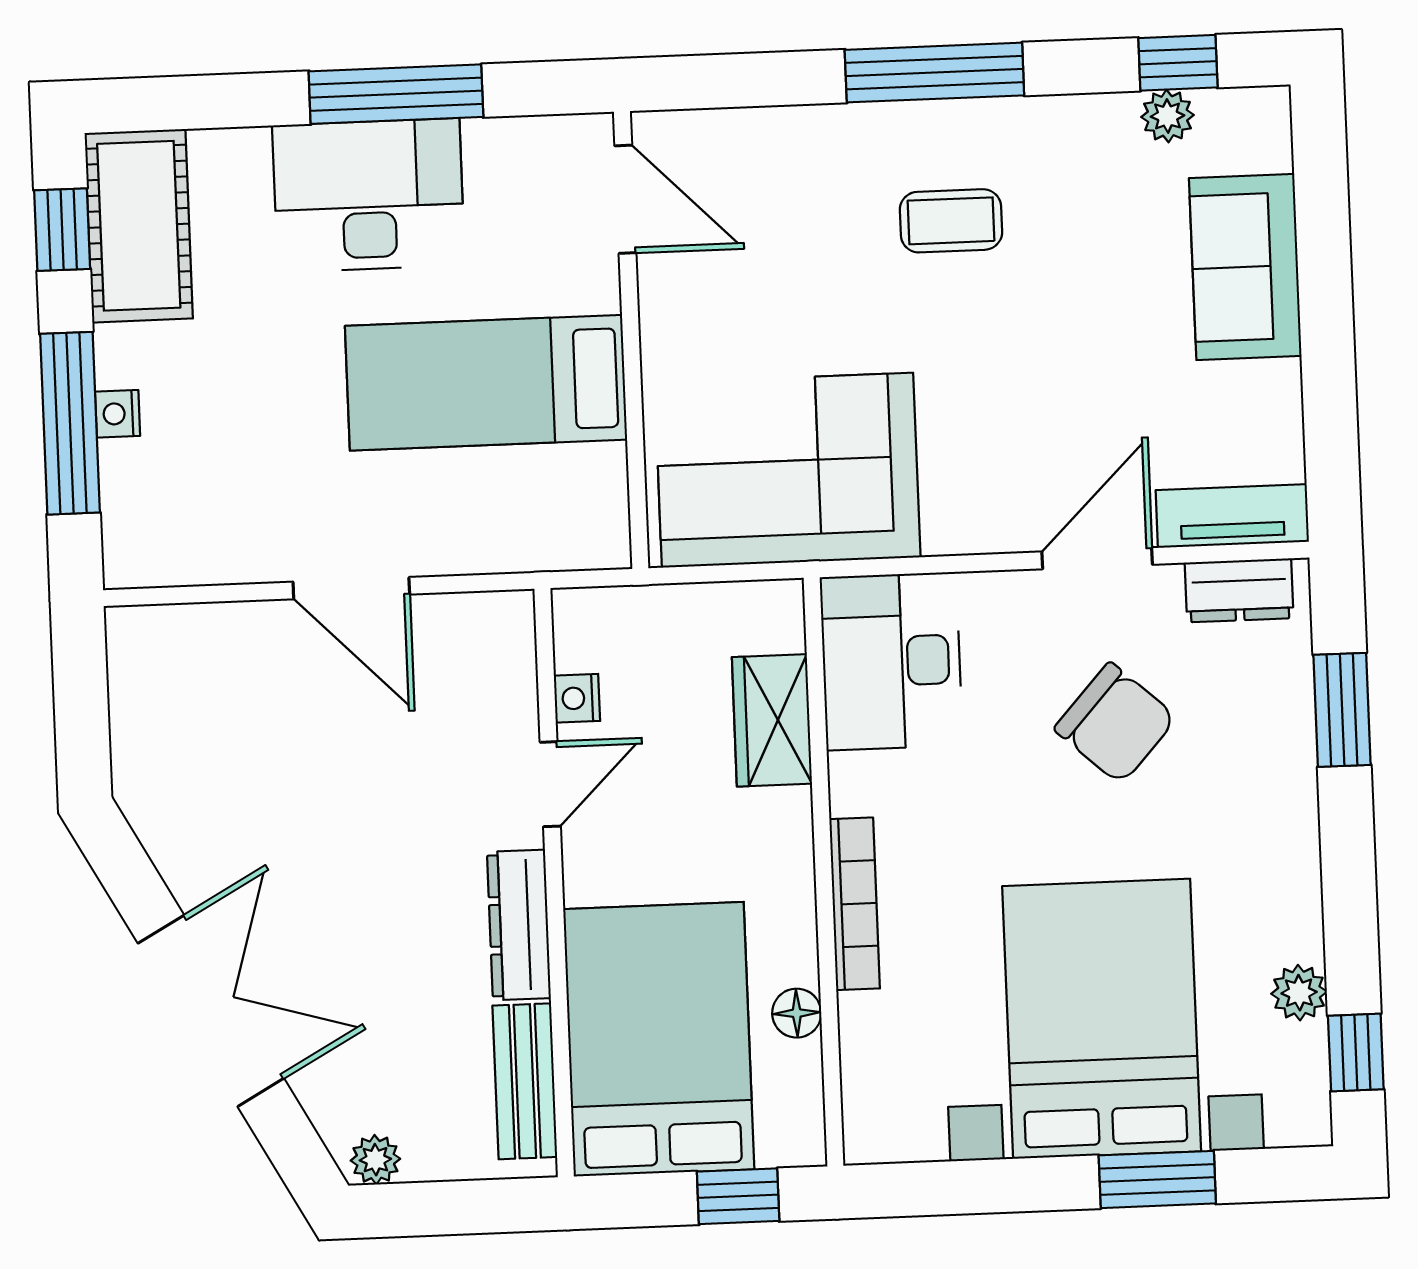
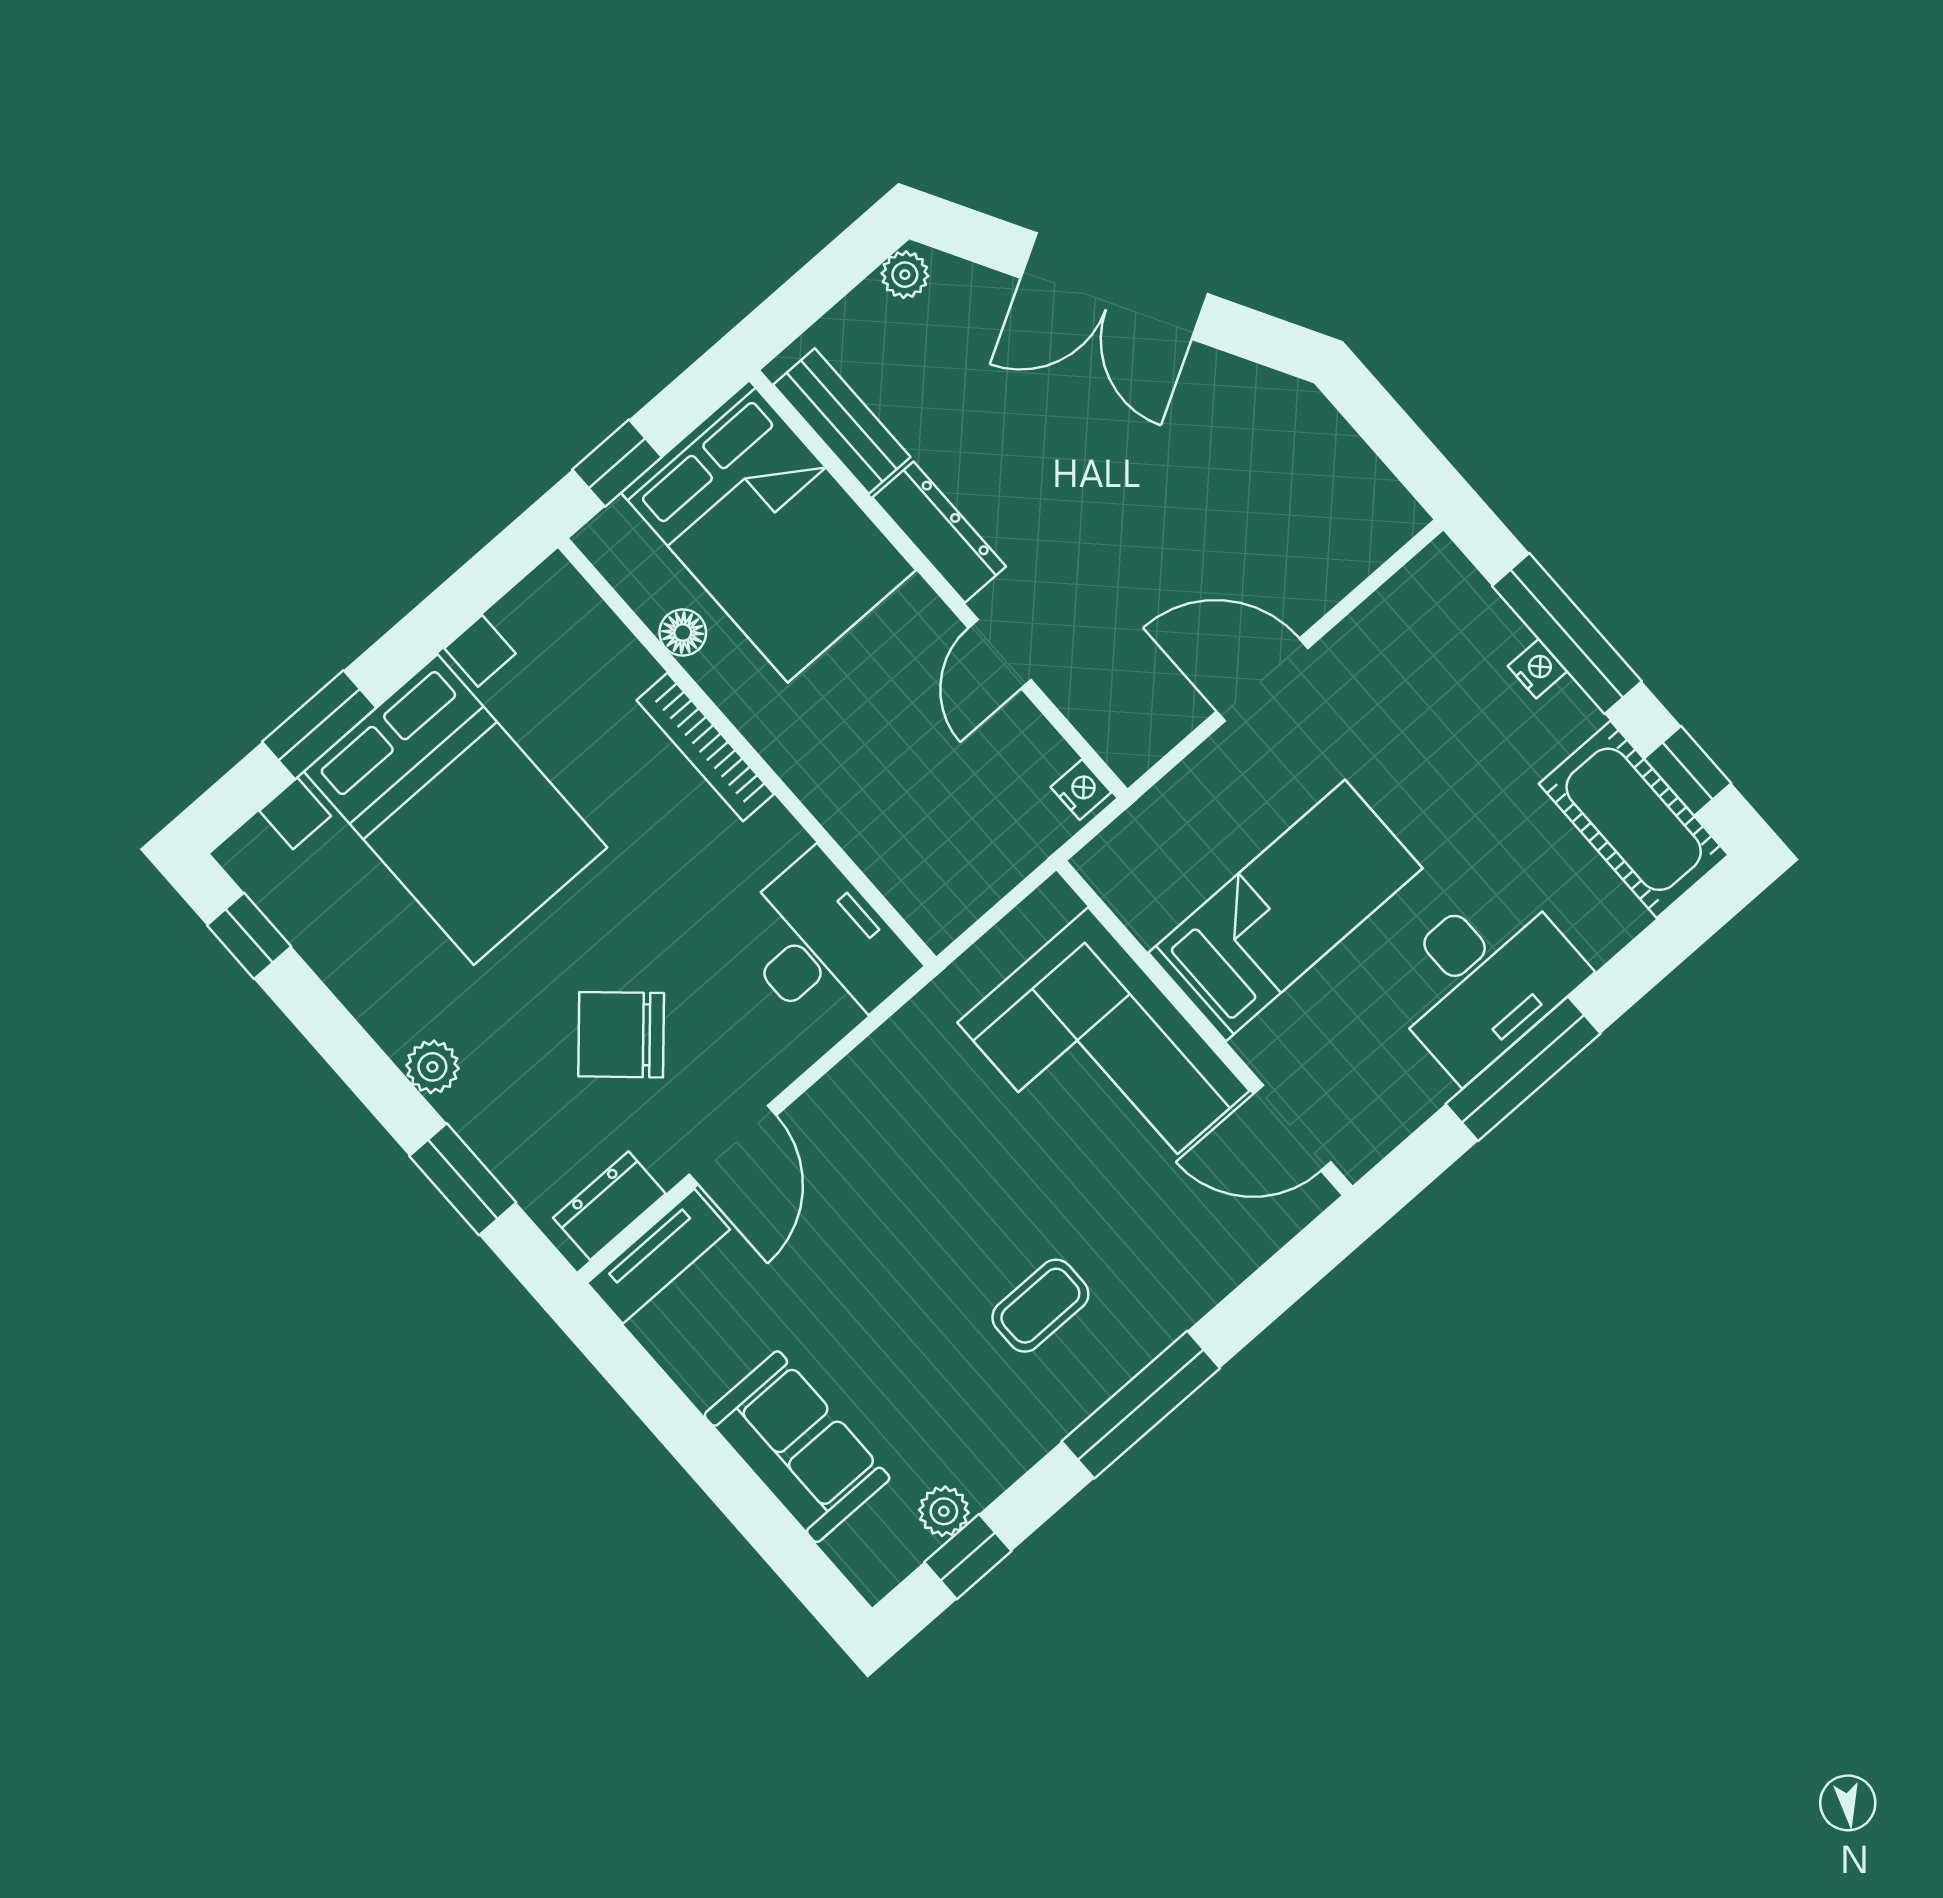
corner sofa: (788, 470) -> (1103, 1057), moved, turned 90
nightstand: (577, 698) -> (1081, 790), moved
wardrobe: (772, 720) -> (875, 833), removed
plant: (1299, 993) -> (432, 1067), moved

